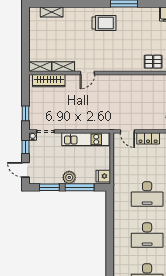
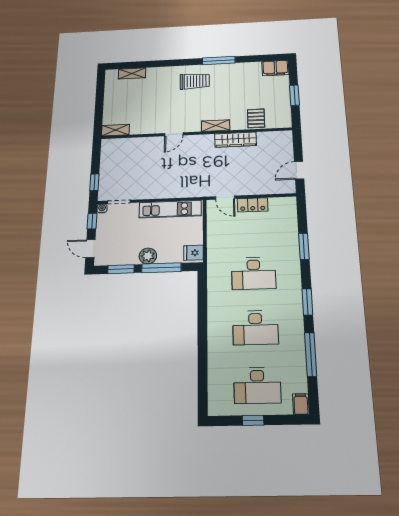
pallet: (153, 62) -> (256, 118), turned 90
shelving: (63, 67) -> (216, 126), moved
wardrobe: (49, 81) -> (236, 140), moved

